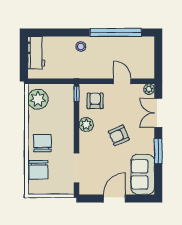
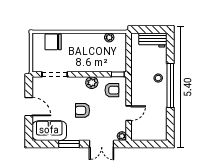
window: (116, 32) -> (170, 85), moved
plant: (38, 99) -> (109, 37), width x0.53, depth x0.53
double door: (158, 113) -> (102, 144), swing flipped
armchair: (119, 135) -> (82, 110), turned -67
chair: (42, 143) -> (76, 45), removed

